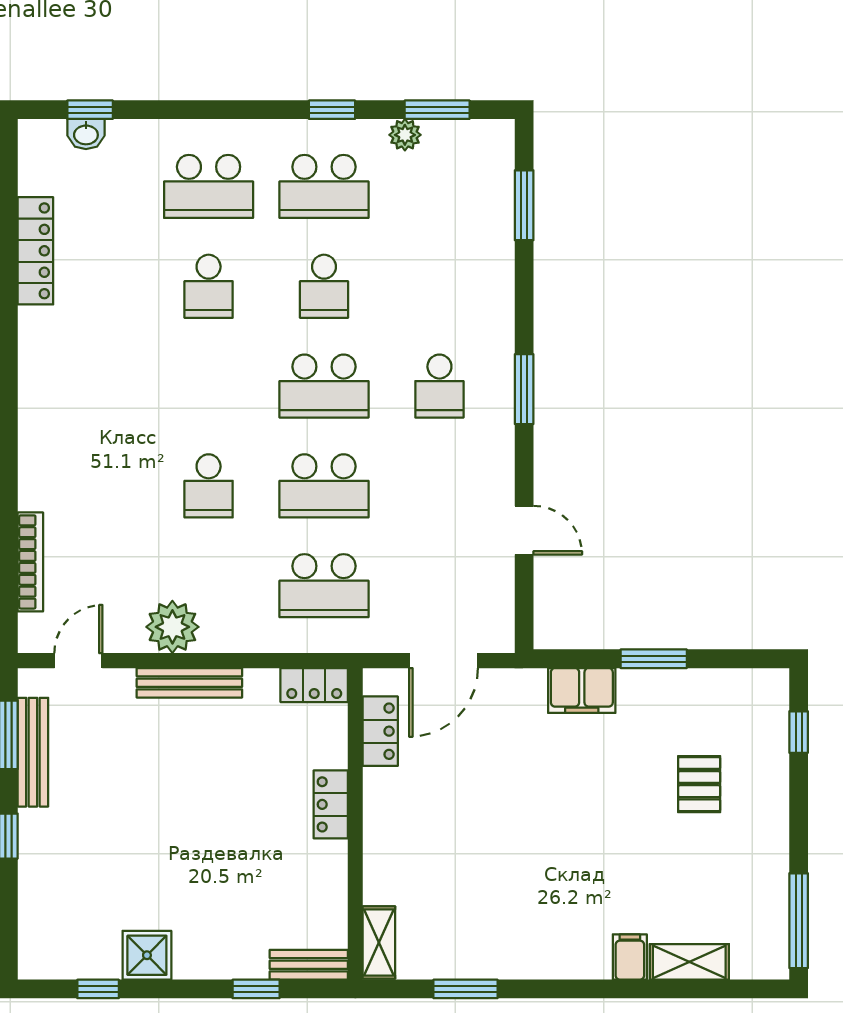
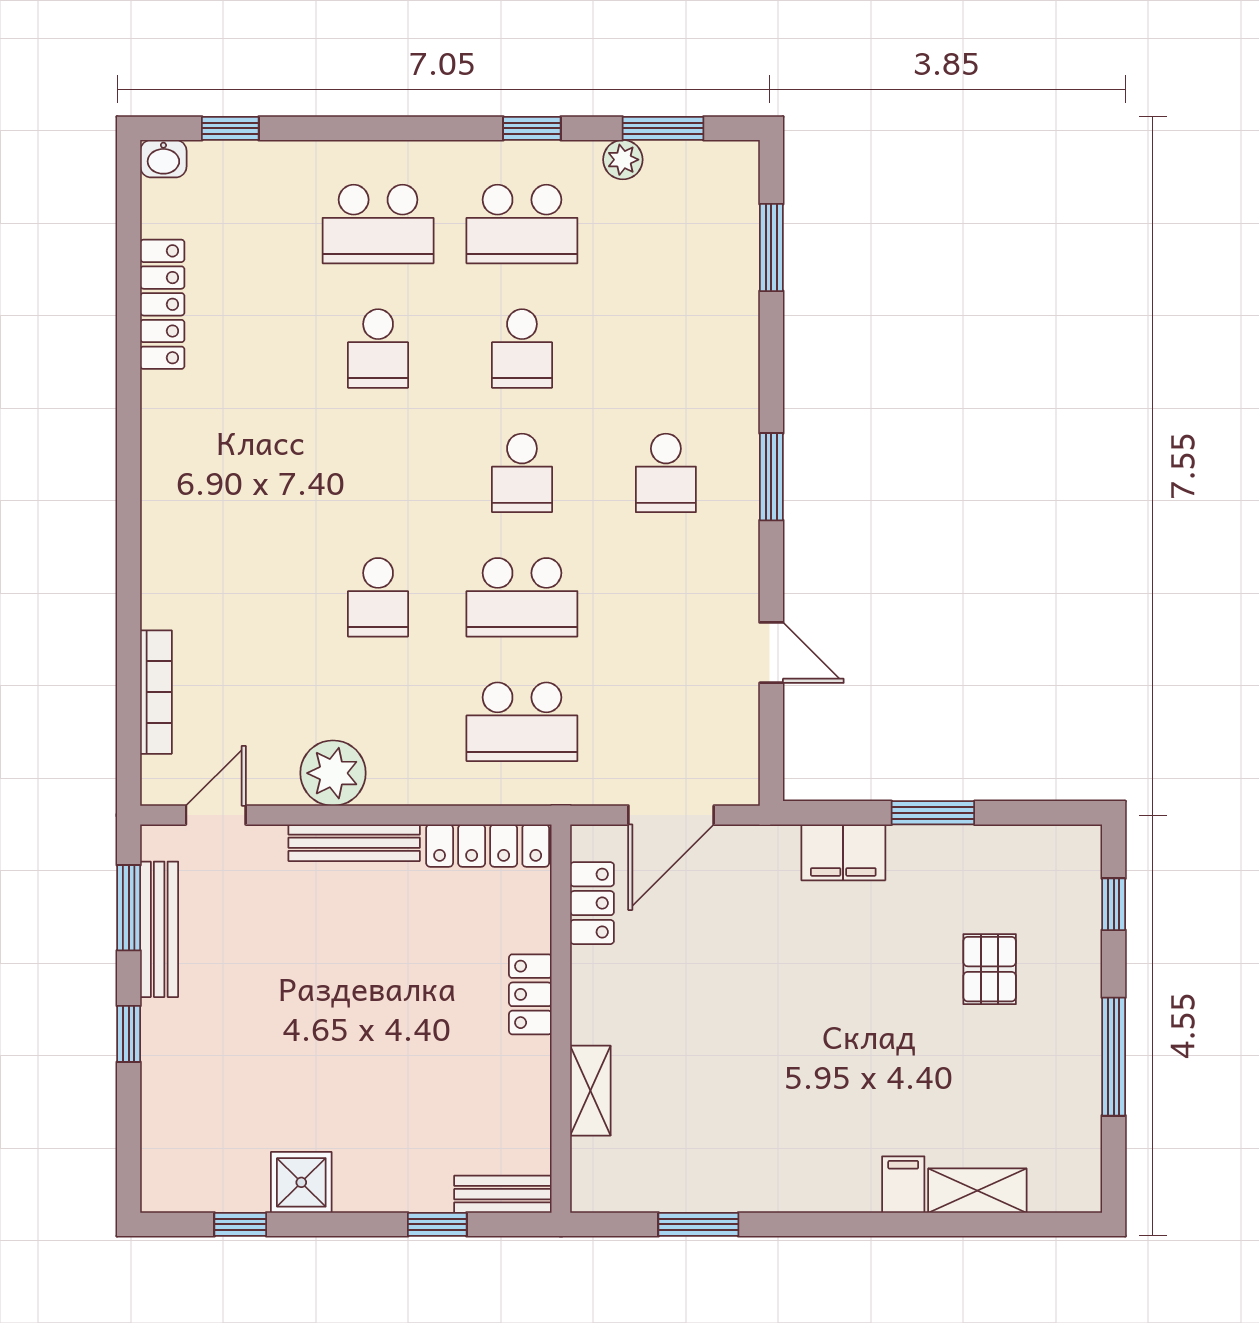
washbasin: (86, 134) -> (163, 159), moved
school desk: (324, 386) -> (522, 473), width x0.54
locker: (314, 685) -> (488, 846), width x1.53
window: (799, 921) -> (1114, 1057), moved
shelving: (379, 942) -> (590, 1091), moved

